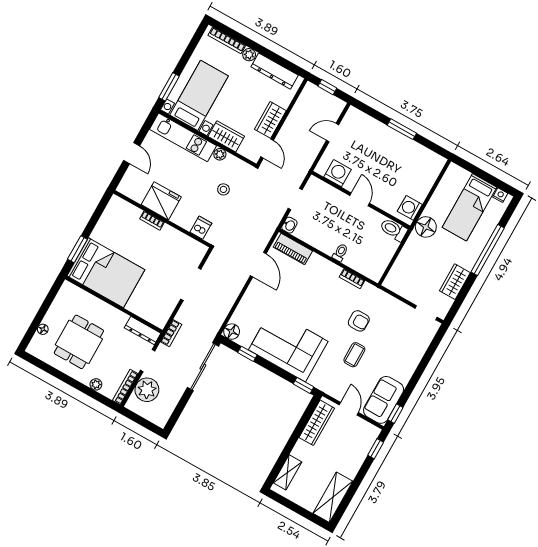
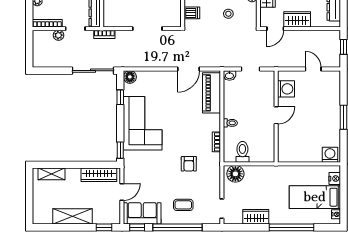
nightstand: (462, 175) -> (335, 179), added
washing machine: (410, 208) -> (330, 155), moved
floor lamp: (426, 227) -> (235, 174), moved
toilet: (394, 230) -> (242, 152), moved
piano: (293, 249) -> (211, 93), width x1.37, depth x1.33
coffee table: (354, 355) -> (183, 205), moved
window: (419, 371) -> (177, 227), added
plant: (147, 390) -> (59, 35), width x0.53, depth x0.53
shelving: (333, 497) -> (72, 216), moved

